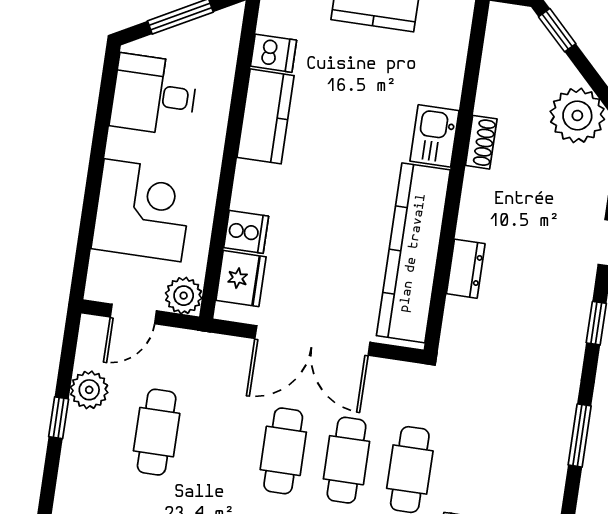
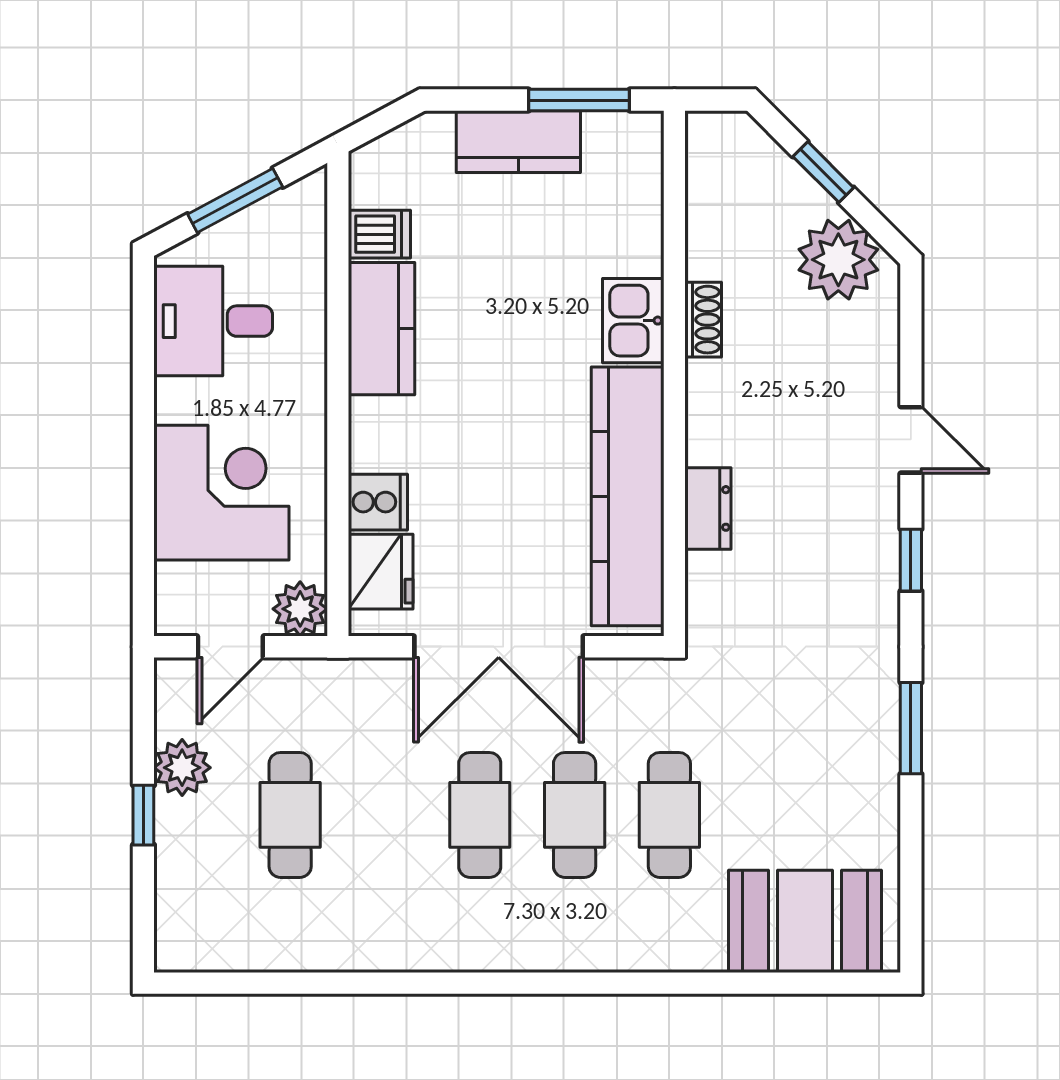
window: (557, 30) -> (823, 172), moved

